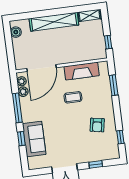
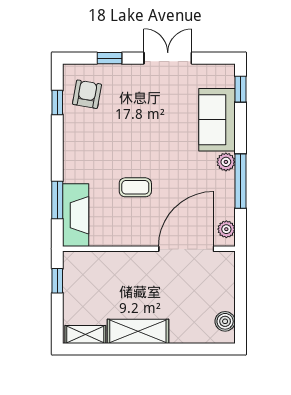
shelving: (54, 22) -> (138, 331), width x0.68
fireplace: (82, 71) -> (76, 215), moved, turned 90
plant: (23, 92) -> (226, 162), moved
armchair: (97, 125) -> (87, 94), moved
window: (21, 139) -> (240, 89), moved

